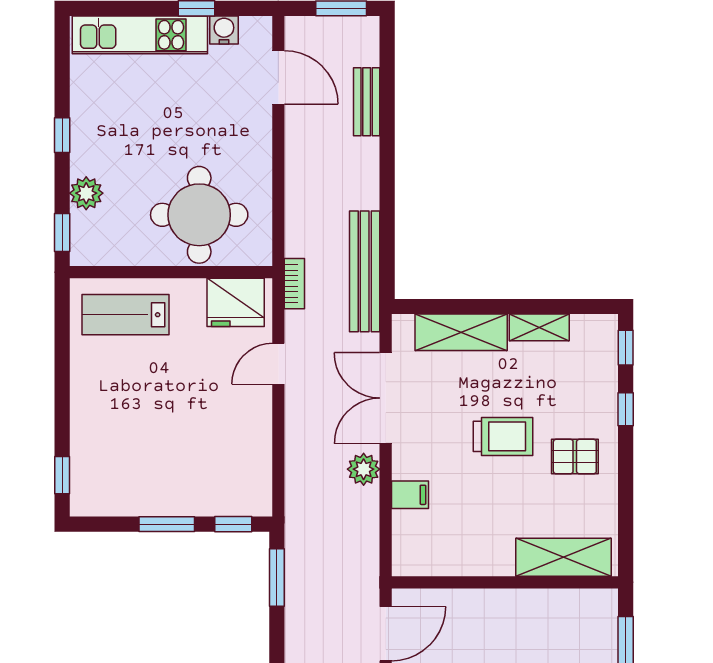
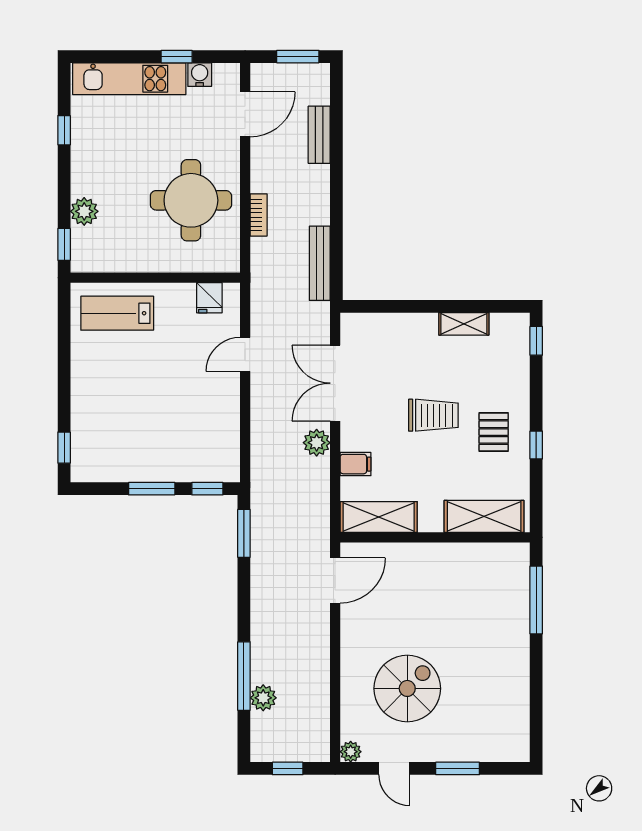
door: (278, 77) -> (245, 114), hinge flipped
window: (62, 135) -> (64, 130), moved
round table: (199, 215) -> (191, 200), moved
bench: (365, 271) -> (320, 263), width x0.73, depth x0.82
bookcase: (294, 284) -> (259, 215), moved
fridge: (236, 302) -> (209, 298), width x0.53, depth x0.75
shelving: (461, 332) -> (379, 517), moved
window: (626, 409) -> (536, 445), moved
pallet: (575, 457) -> (494, 432), turned 90

